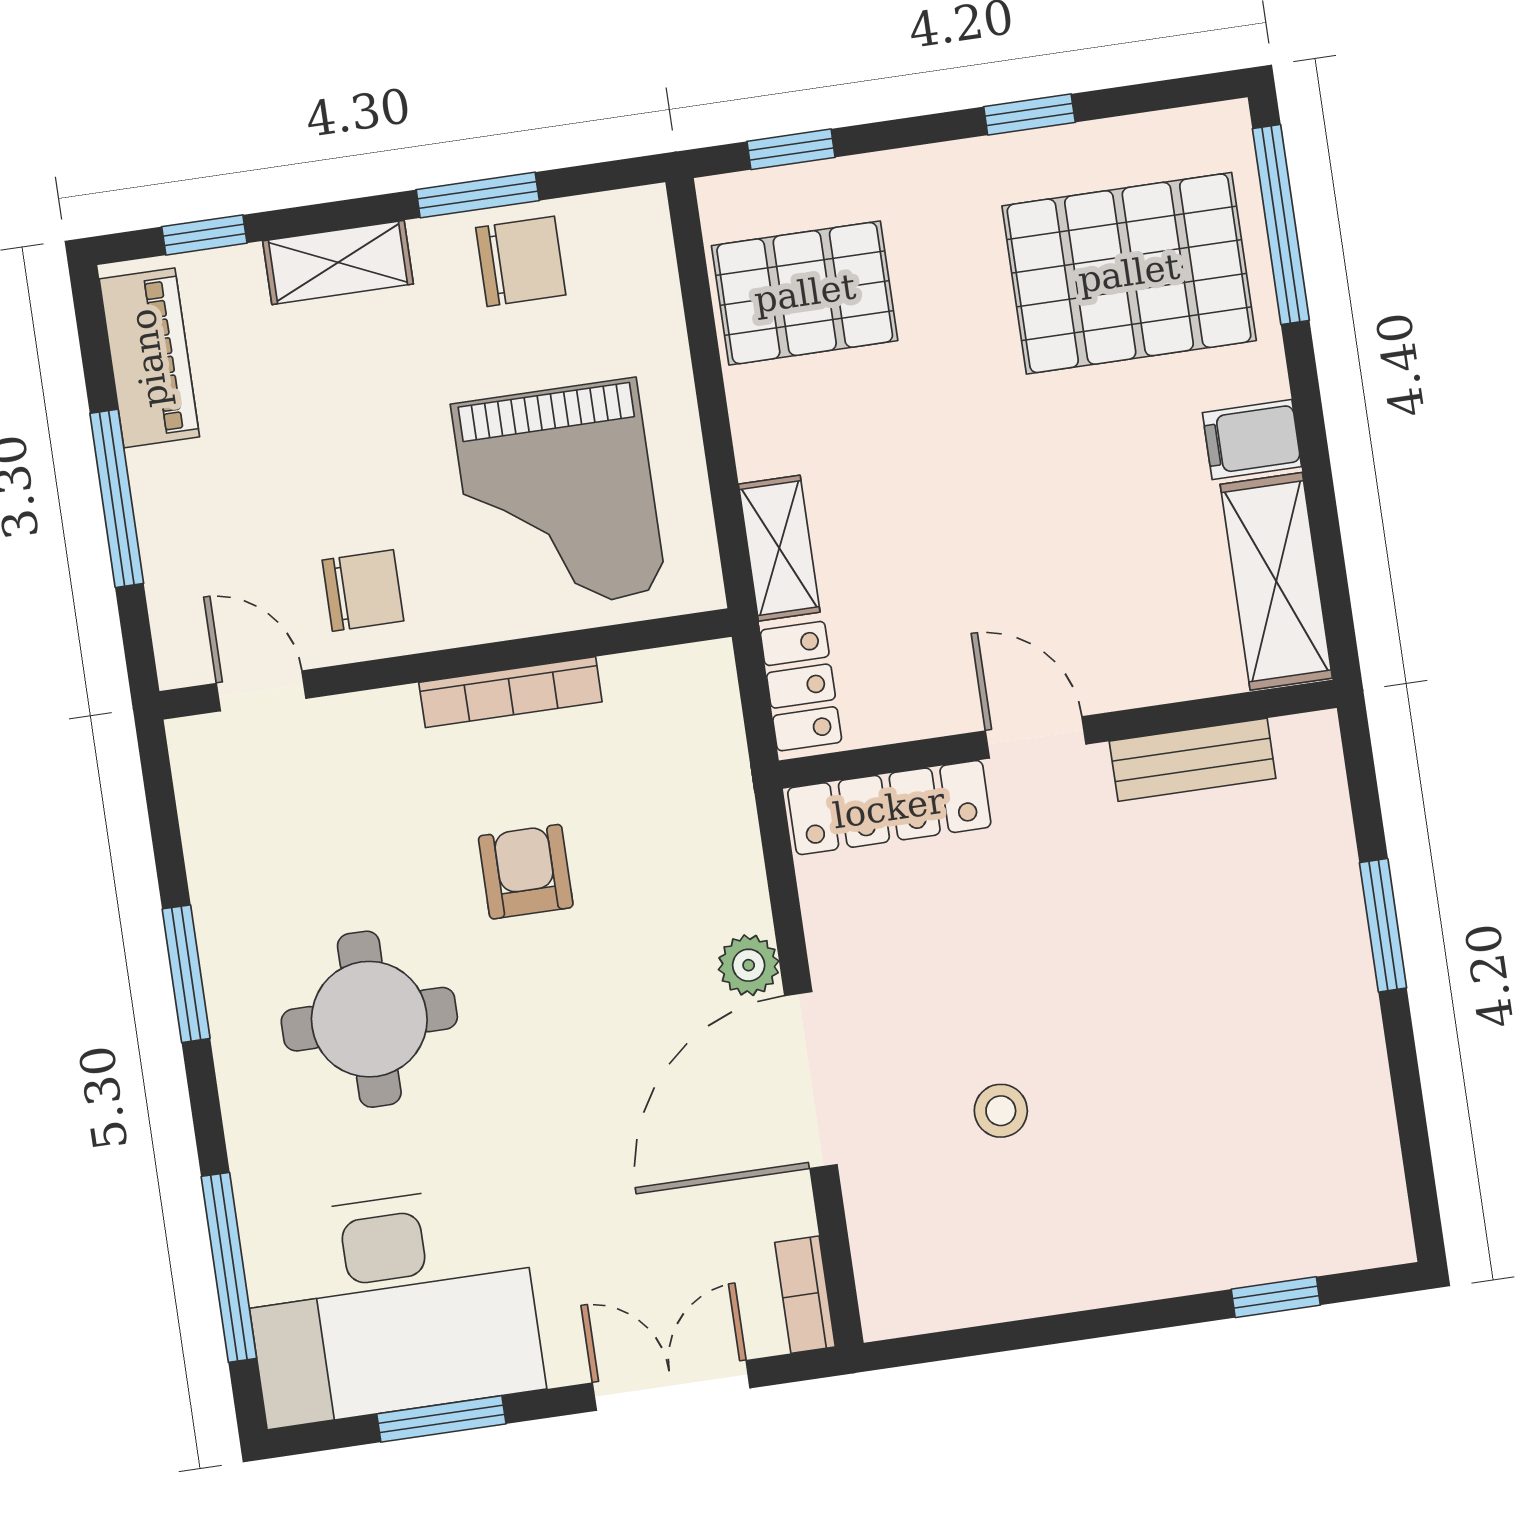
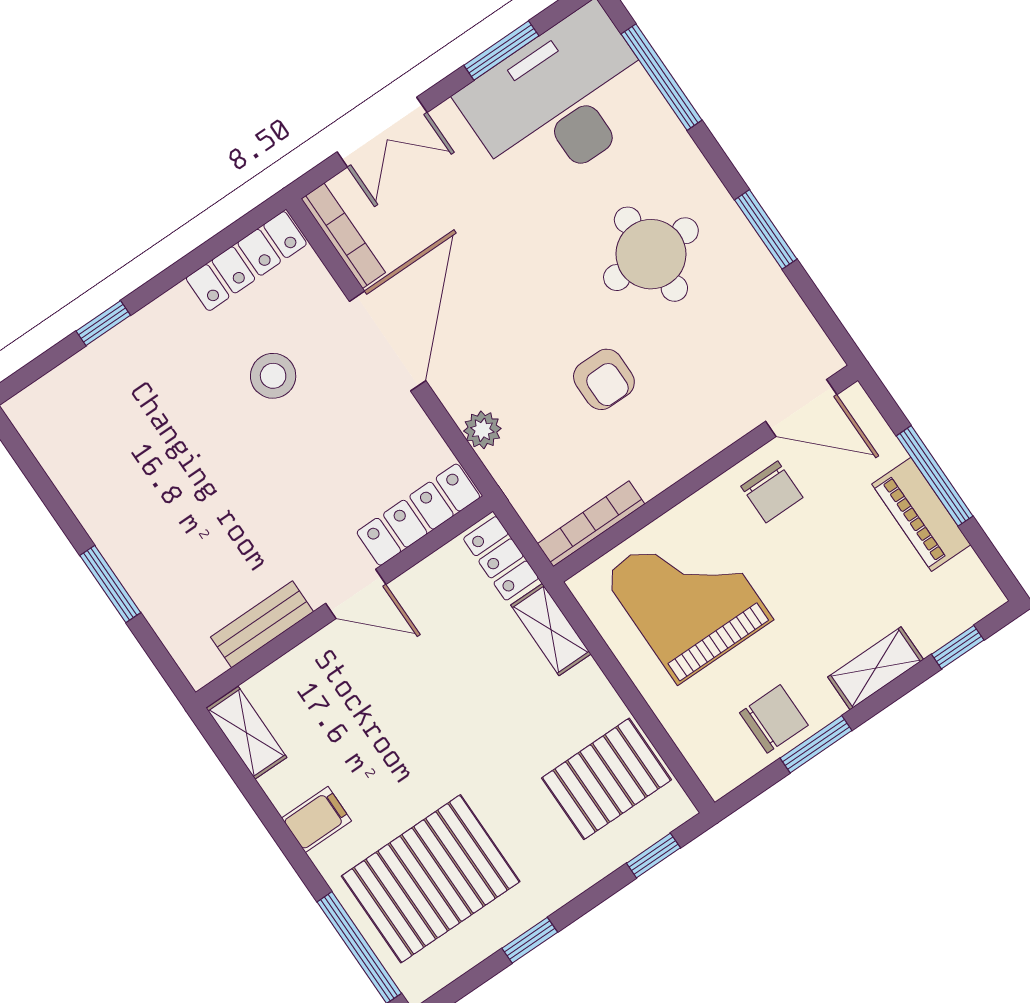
chair: (521, 261) -> (774, 719), turned 180
piano: (149, 358) -> (921, 514), moved
shelving: (1276, 581) -> (247, 733), width x0.67, depth x0.75
chair: (363, 590) -> (772, 492), turned -90
door: (261, 691) -> (801, 408), width x1.38
bookcase: (510, 692) -> (591, 524), moved
plant: (749, 965) -> (482, 430), moved
stool: (1001, 1111) -> (273, 376), width x1.37, depth x1.37
bookcase: (805, 1295) -> (343, 236), width x1.56
locker: (958, 1295) -> (246, 261), added
window: (1276, 1297) -> (103, 323), moved

